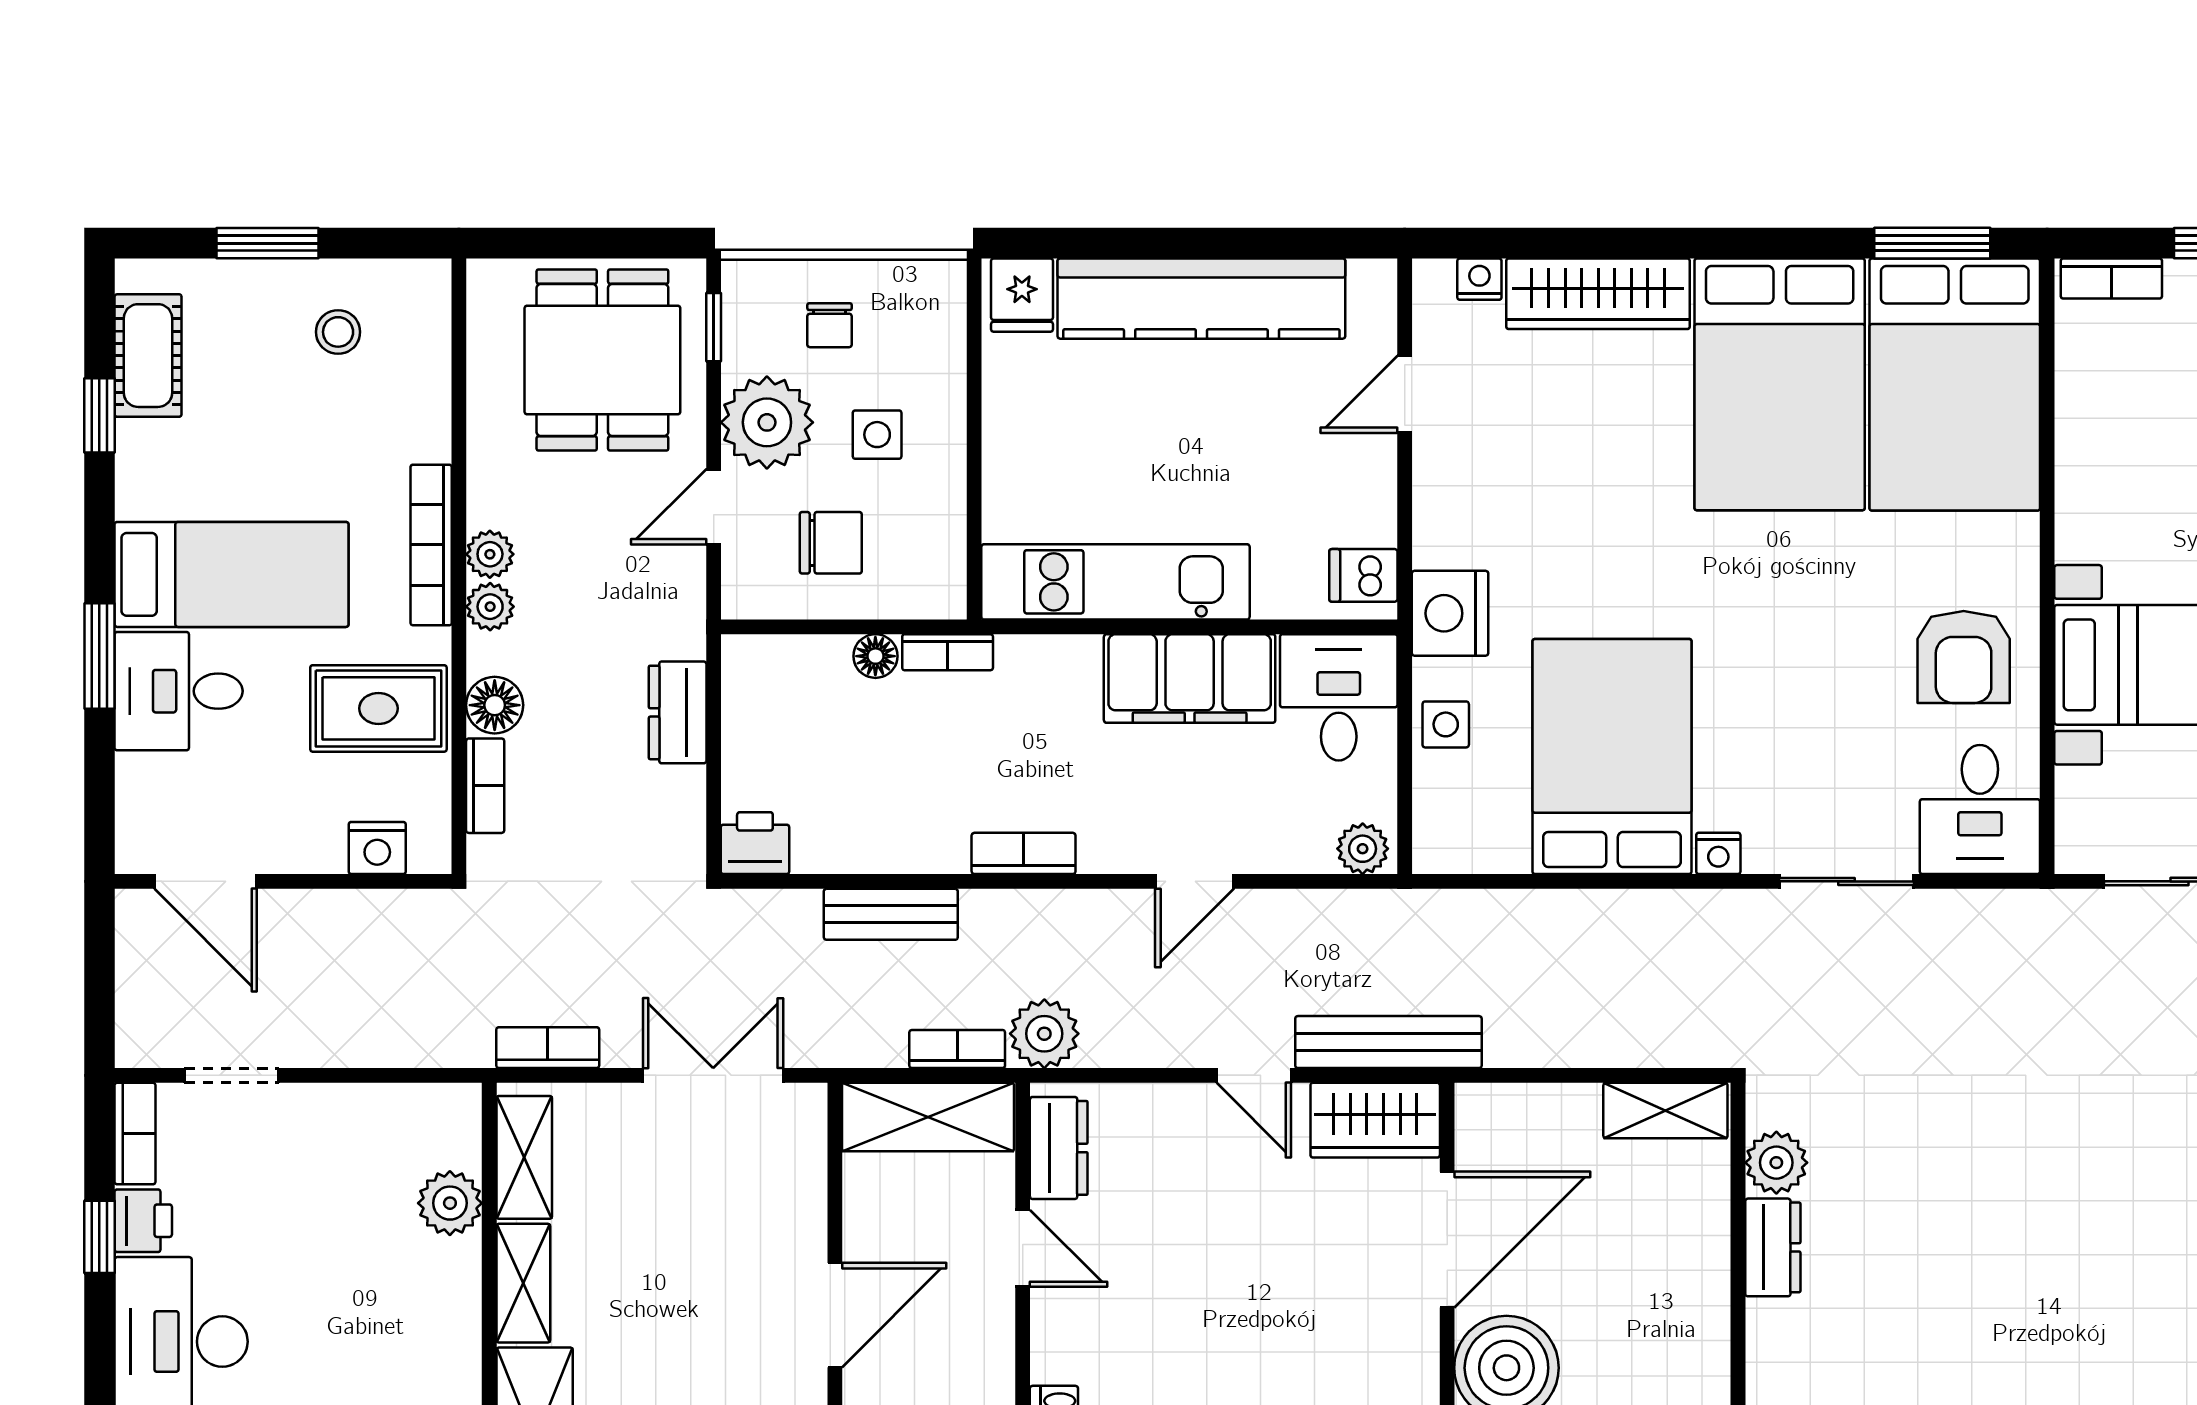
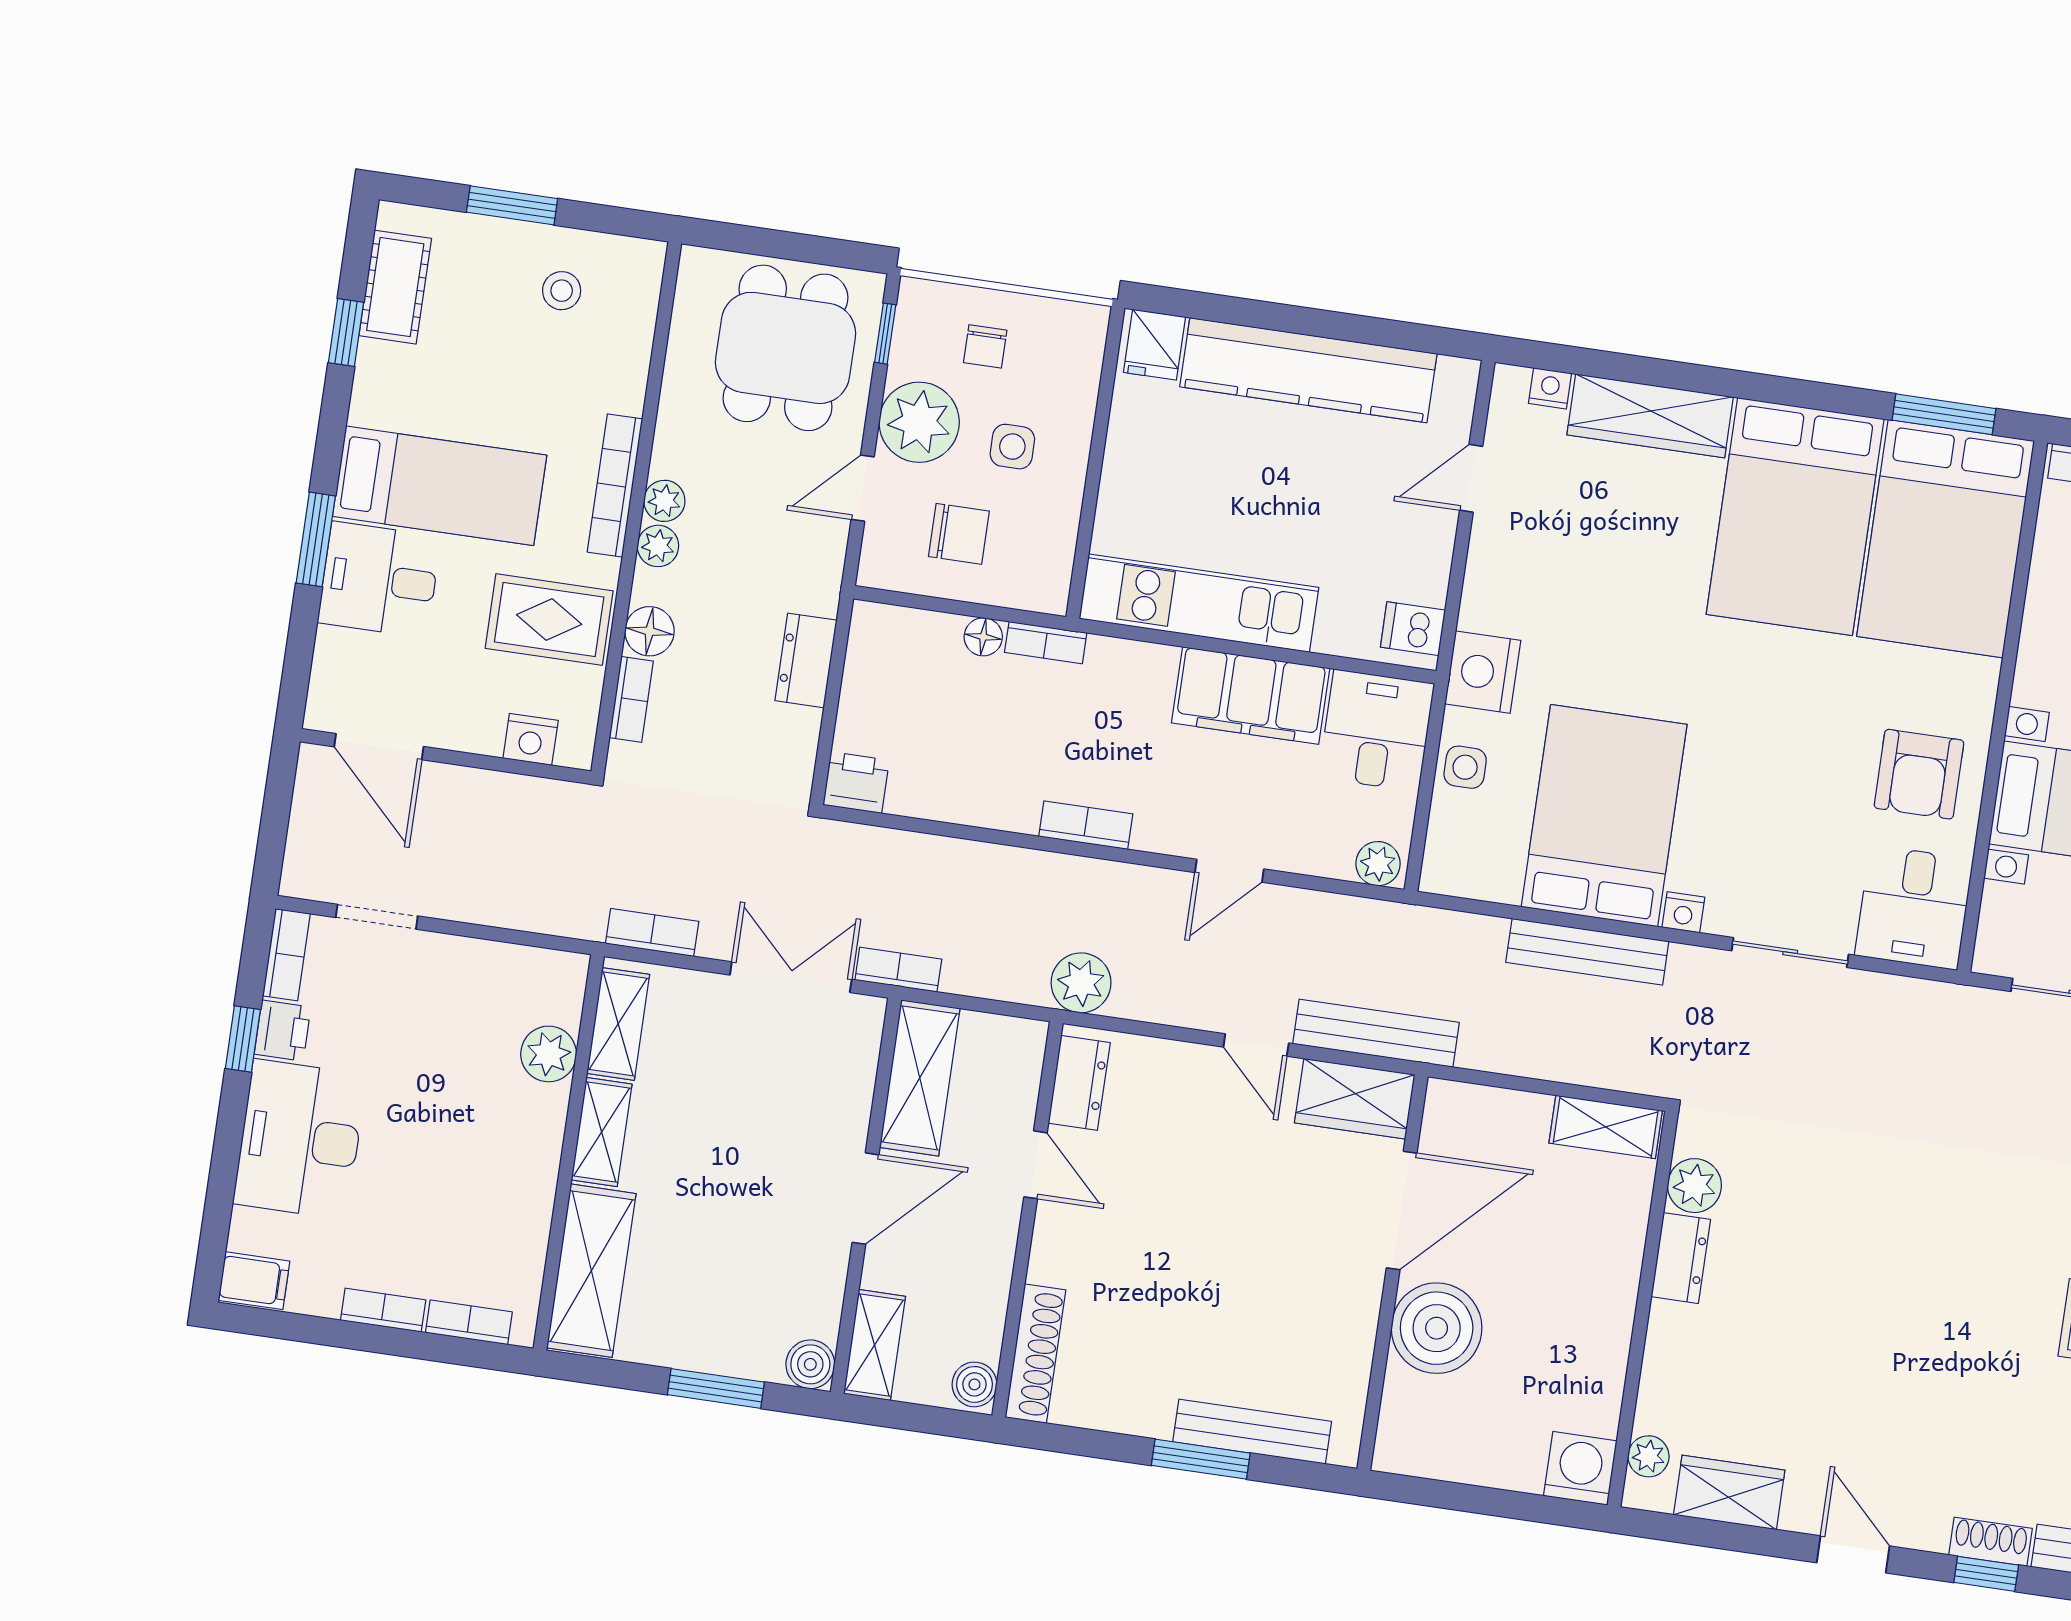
bench: (891, 914) -> (1587, 952), moved, width x1.36
bookcase: (957, 1049) -> (898, 970), moved
shelving: (928, 1117) -> (920, 1078), moved, turned 90

